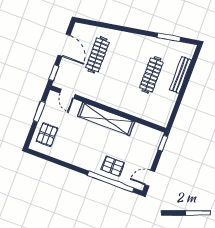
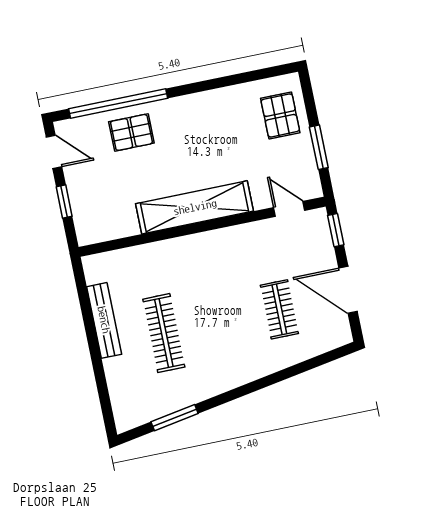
clothes rail: (97, 55) -> (279, 309), width x0.73
bench: (180, 75) -> (104, 320), moved
window: (163, 143) -> (64, 201), moved
door: (150, 178) -> (54, 152), hinge flipped

